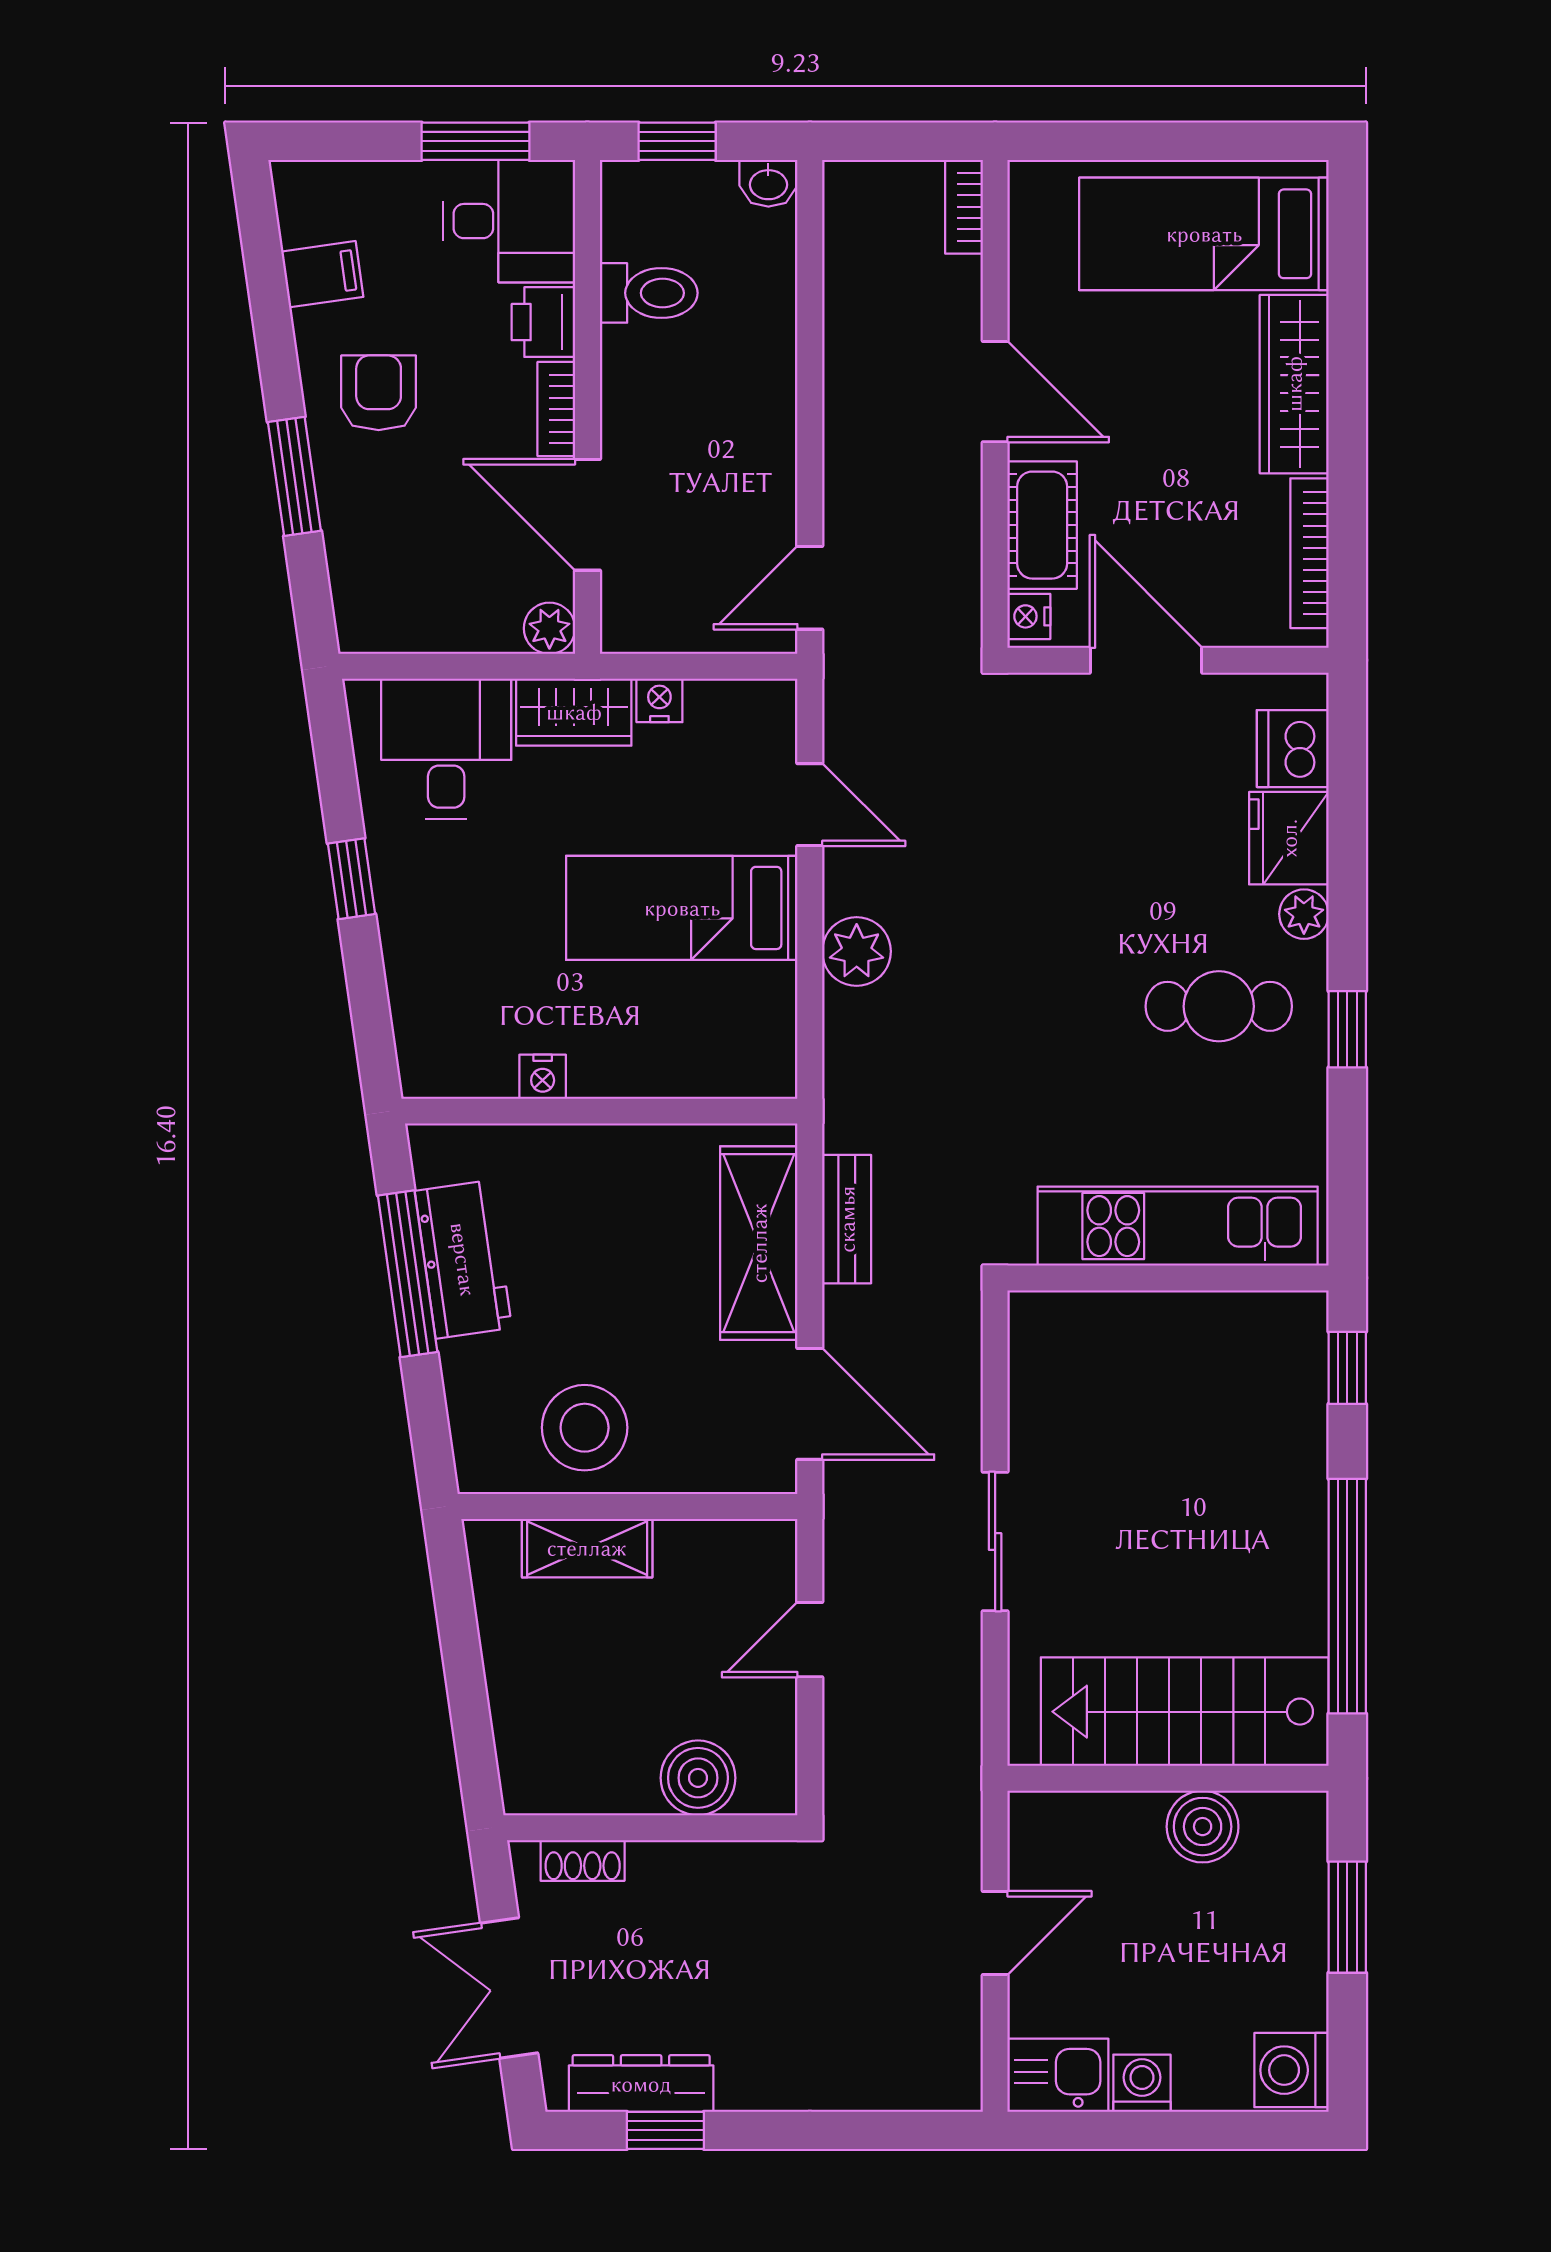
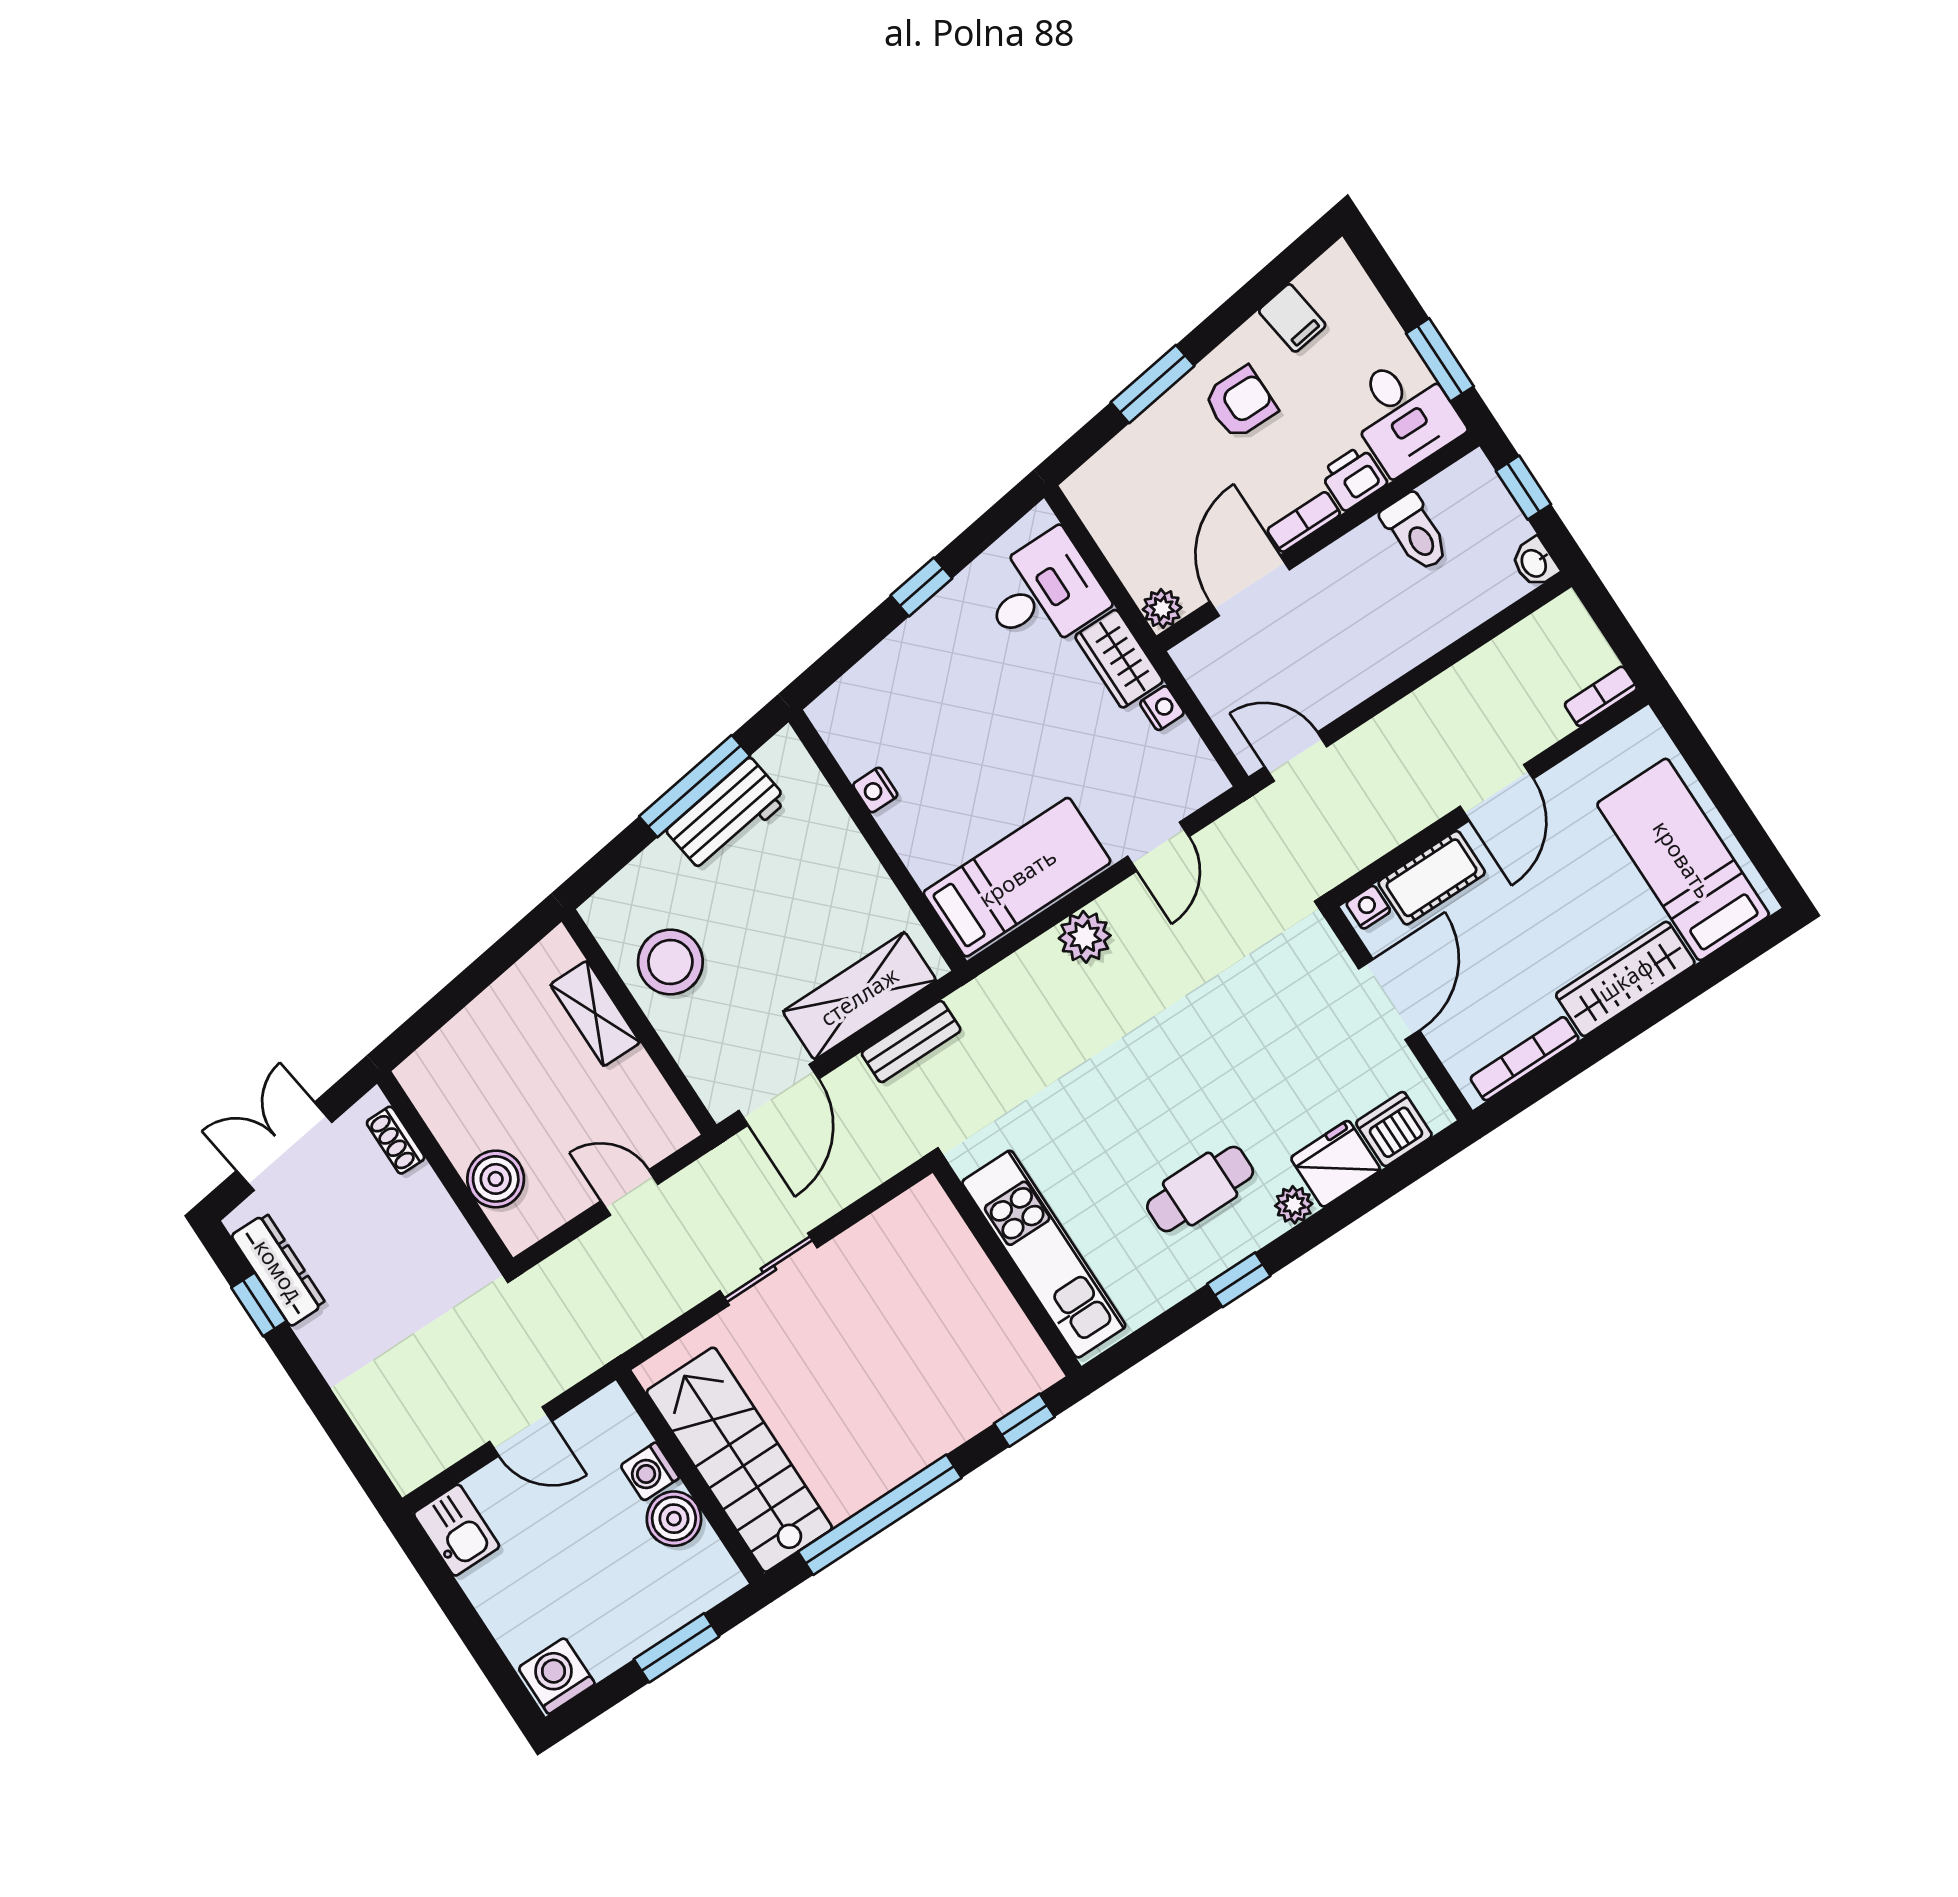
bed: (682, 908) -> (1017, 877), moved, turned 90
cafe table: (1219, 1006) -> (1200, 1189), turned 90
washing machine: (1142, 2083) -> (650, 1472), moved, turned 180

